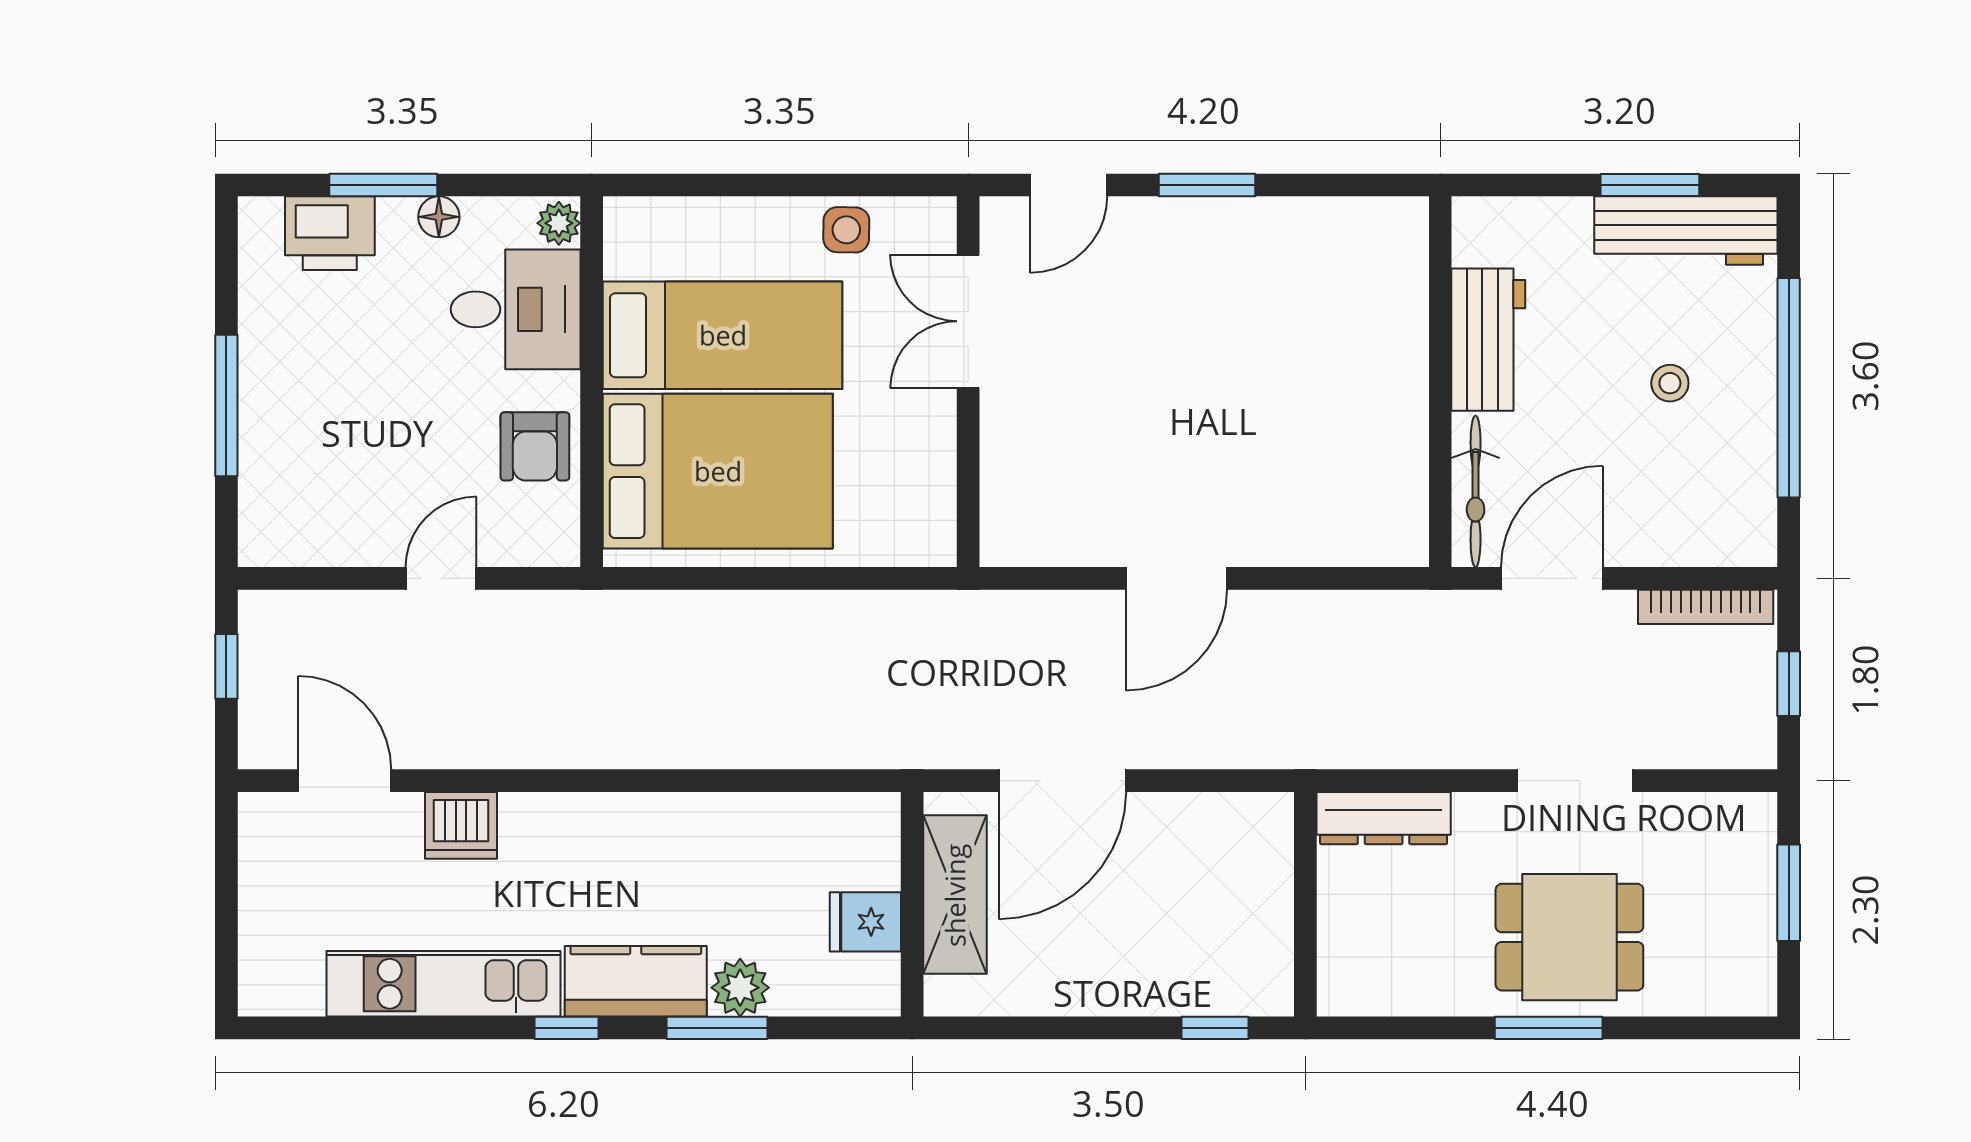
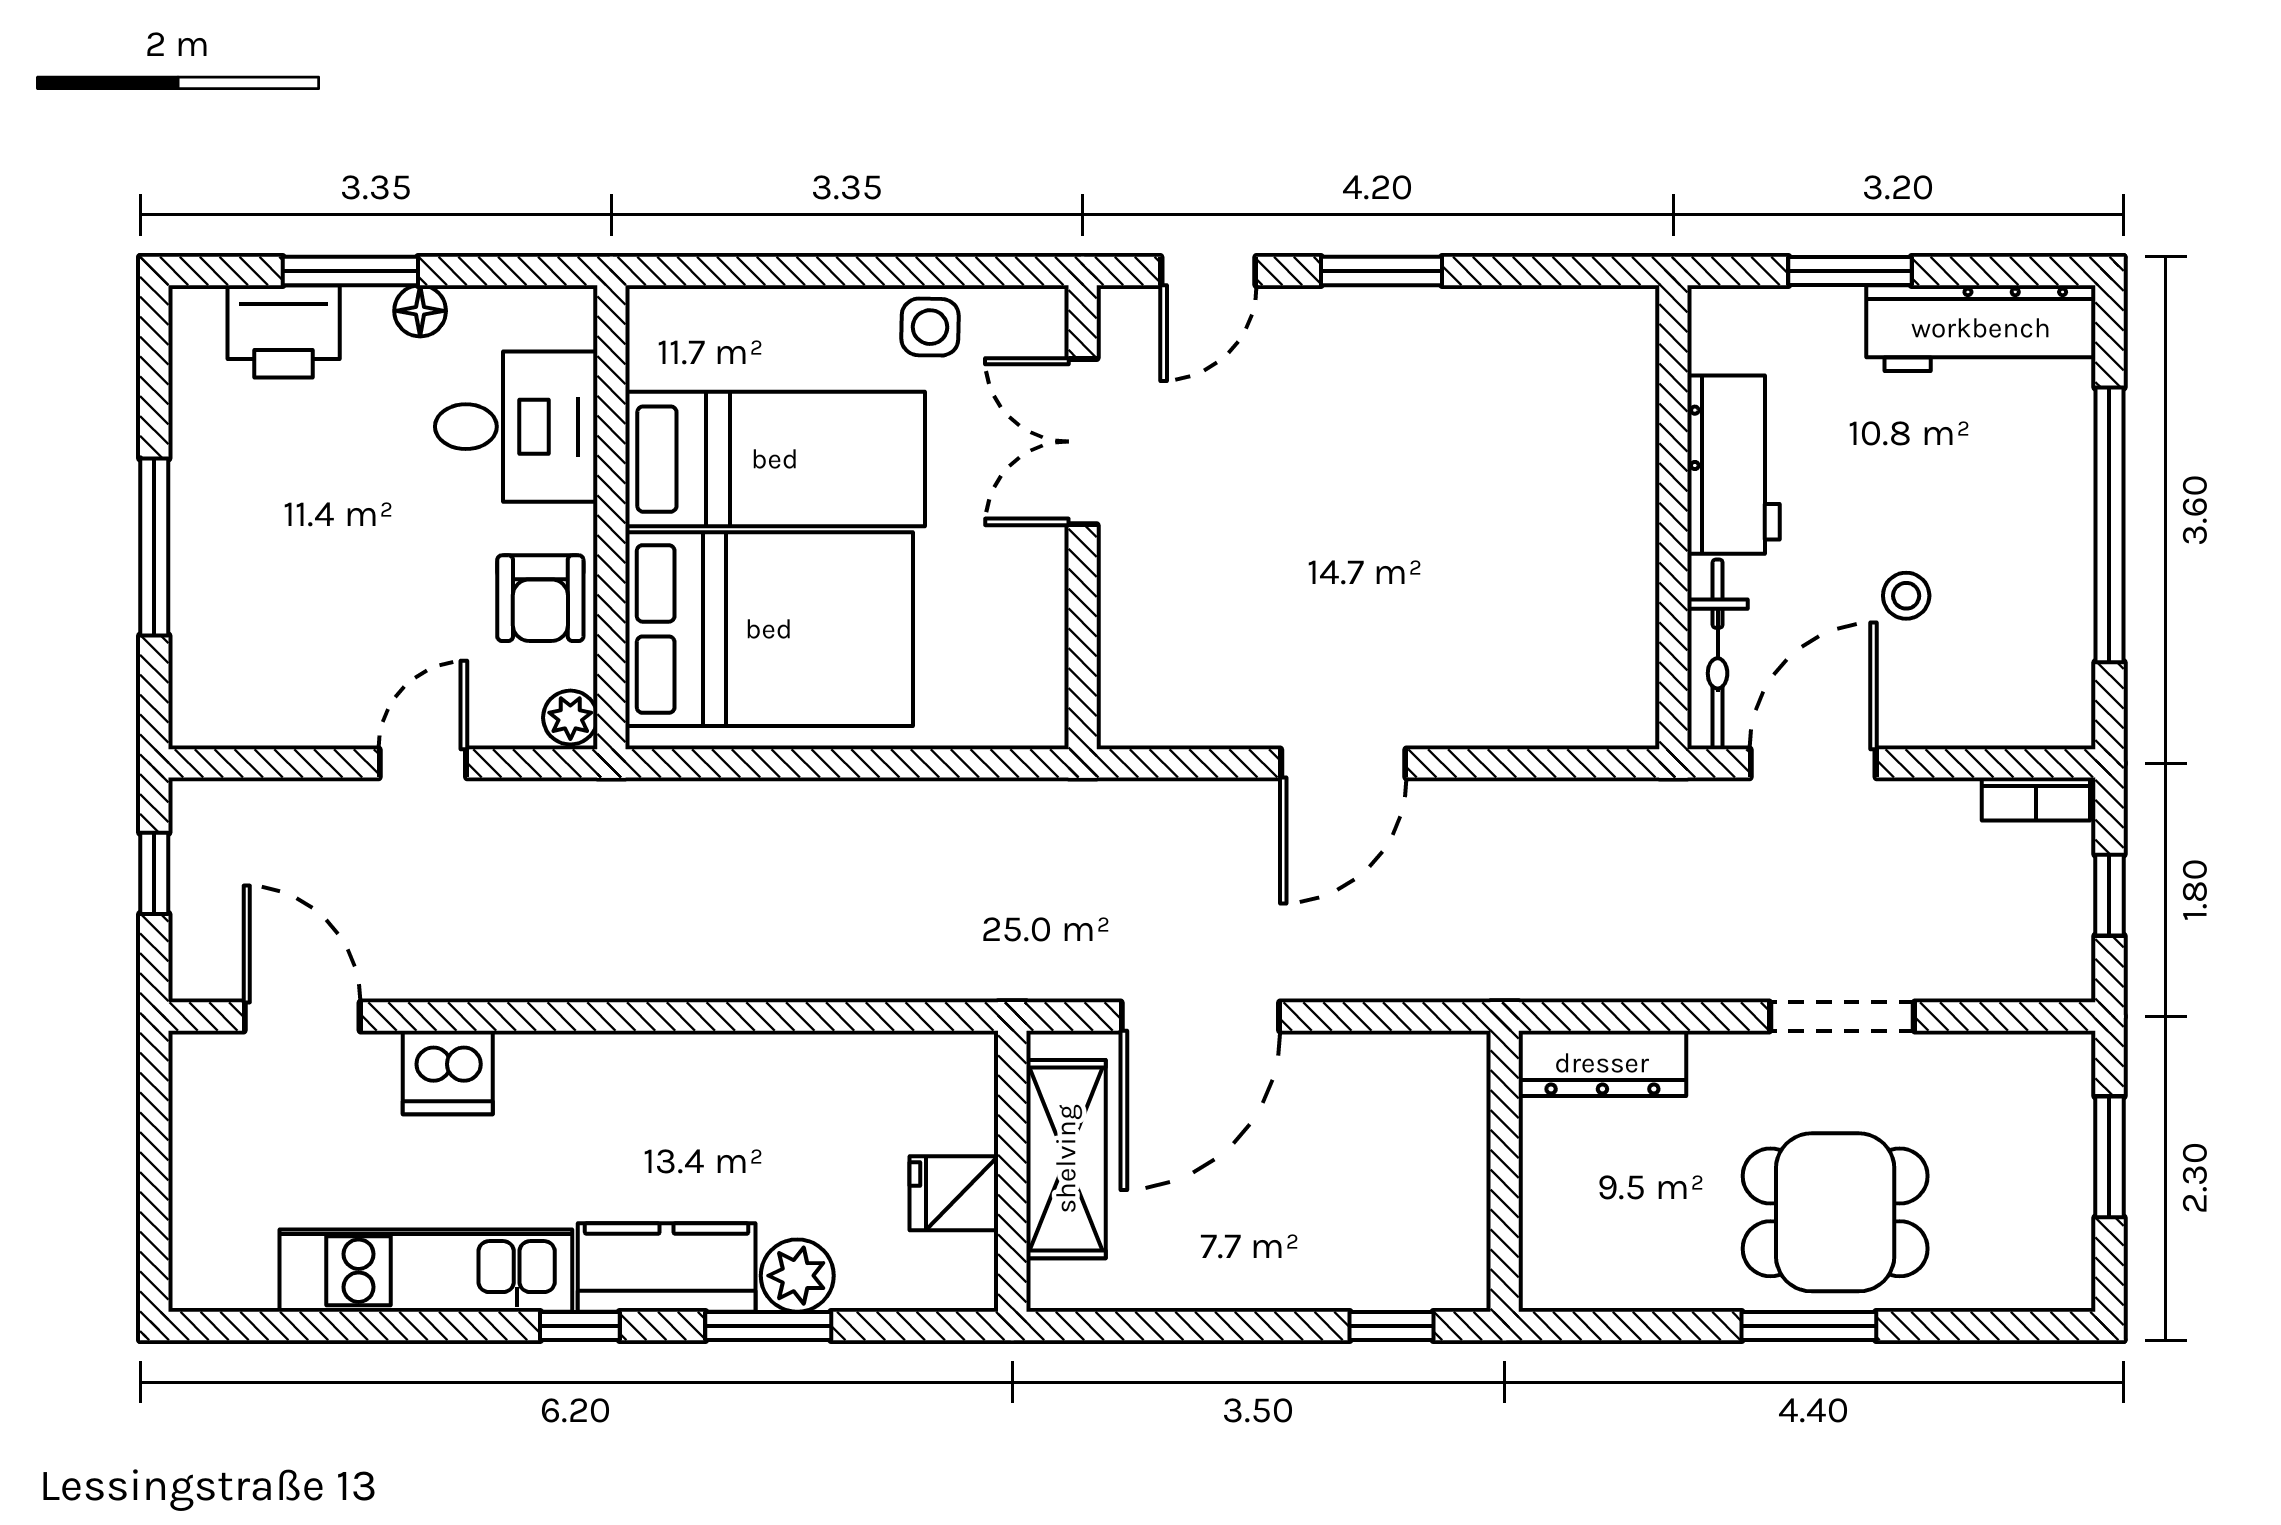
window: (1650, 185) -> (1850, 271), moved
plant: (559, 223) -> (570, 718), moved
stool: (1670, 383) -> (1906, 596), moved
bookcase: (1706, 607) -> (2036, 799), width x0.64

